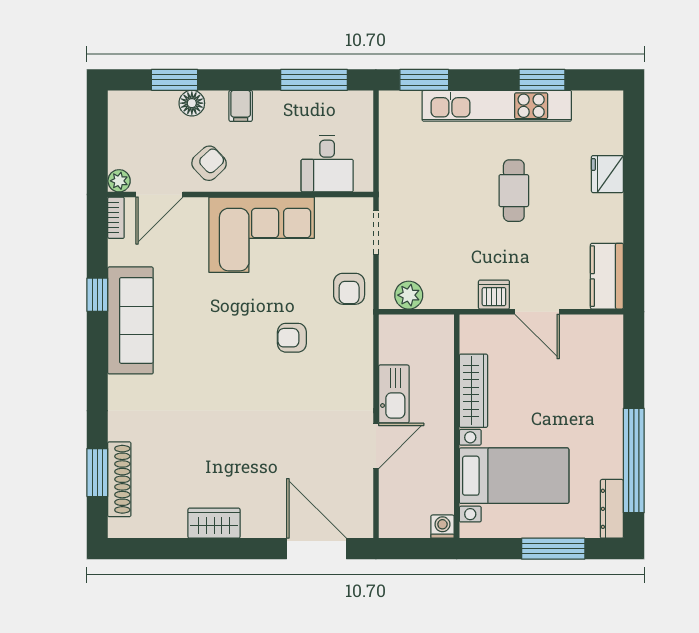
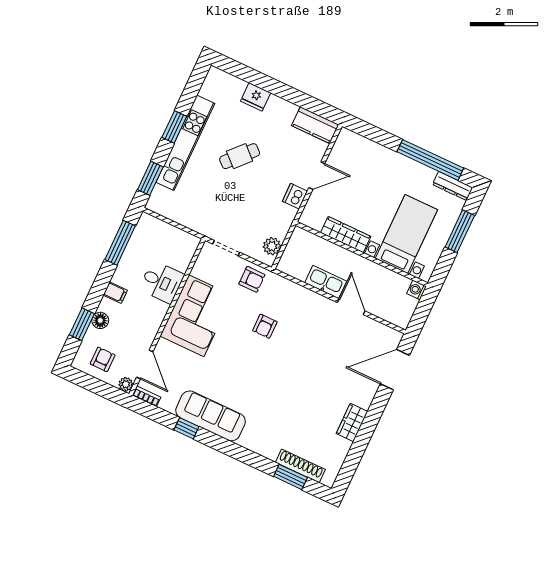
window: (542, 80) -> (174, 127), moved
armchair: (209, 163) -> (103, 359), moved, turned 43
desk: (327, 164) -> (162, 282), moved
cafe table: (514, 191) -> (240, 156), turned -47

